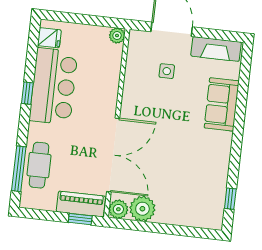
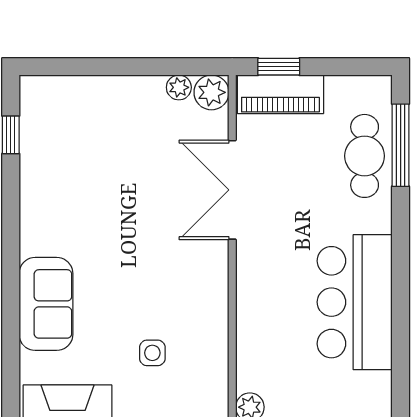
fridge: (49, 38) -> (372, 389), removed
window: (27, 93) -> (401, 284), removed
double door: (113, 155) -> (232, 190), width x0.73
plant: (142, 209) -> (179, 87), width x0.53, depth x0.53

